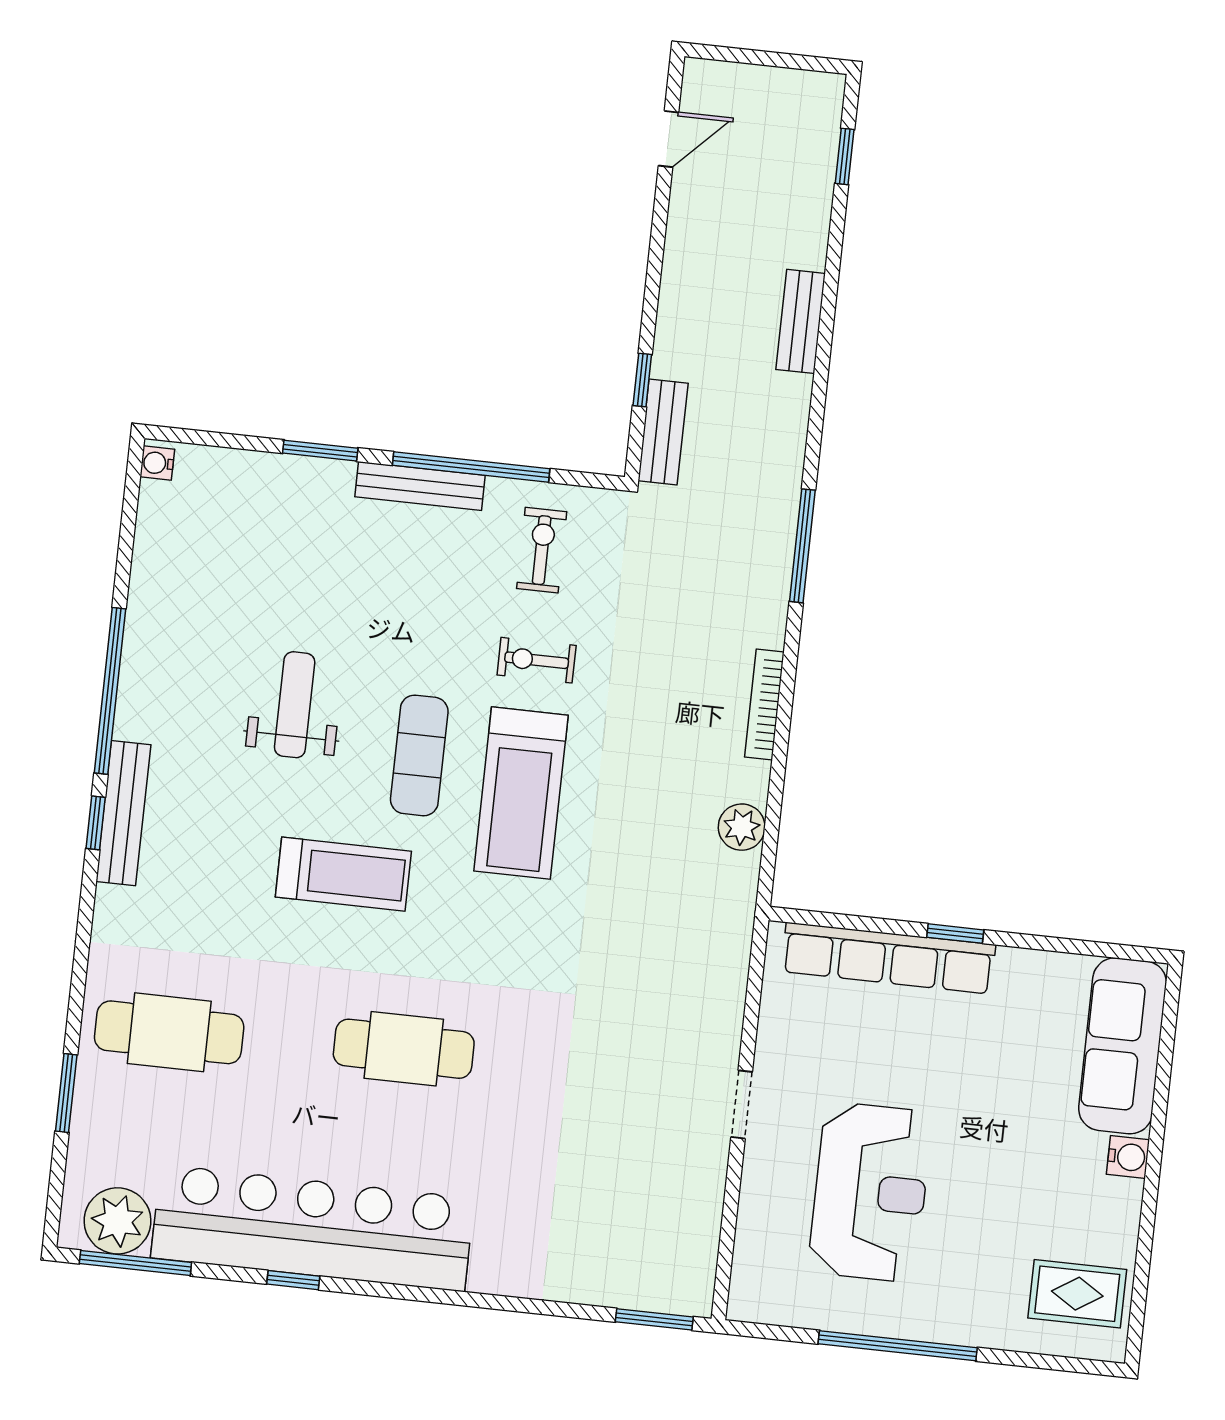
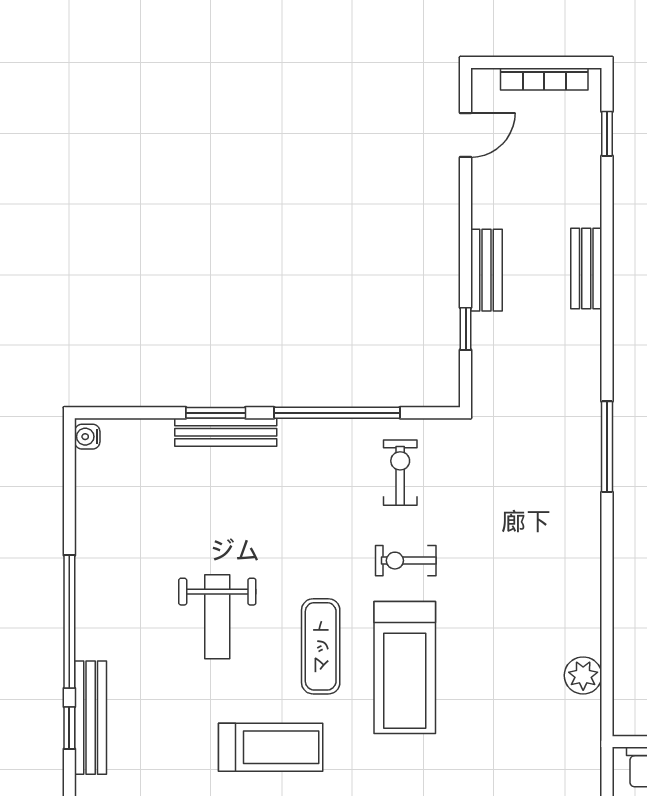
bench: (663, 432) -> (486, 270), moved
bench: (420, 486) -> (226, 432), moved
bookcase: (764, 704) -> (544, 79), moved, turned -90
weight bench: (295, 705) -> (217, 617), turned 180

